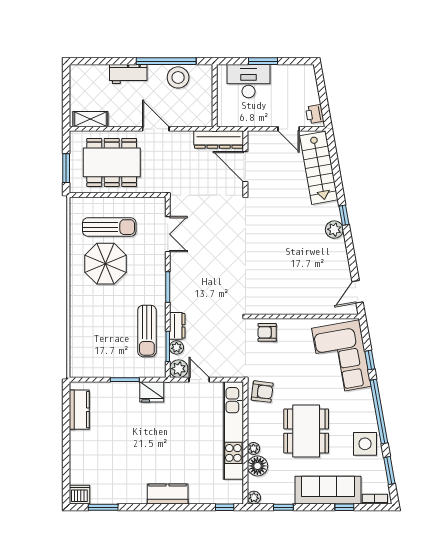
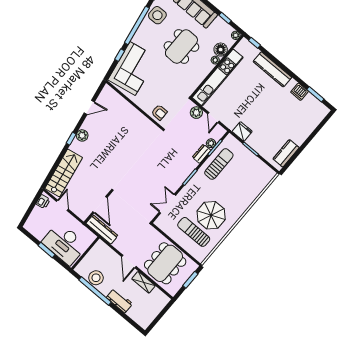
desk: (249, 81) -> (64, 244), width x1.36, depth x1.30
shelving: (90, 119) -> (144, 282), moved
dining table: (112, 162) -> (165, 263), turned 90
door: (358, 292) -> (89, 107), moved
plant: (179, 369) -> (196, 113), moved
armchair: (262, 392) -> (187, 85), removed
kitchen counter: (168, 494) -> (272, 69), width x1.50
dishwasher: (79, 495) -> (299, 92), moved

